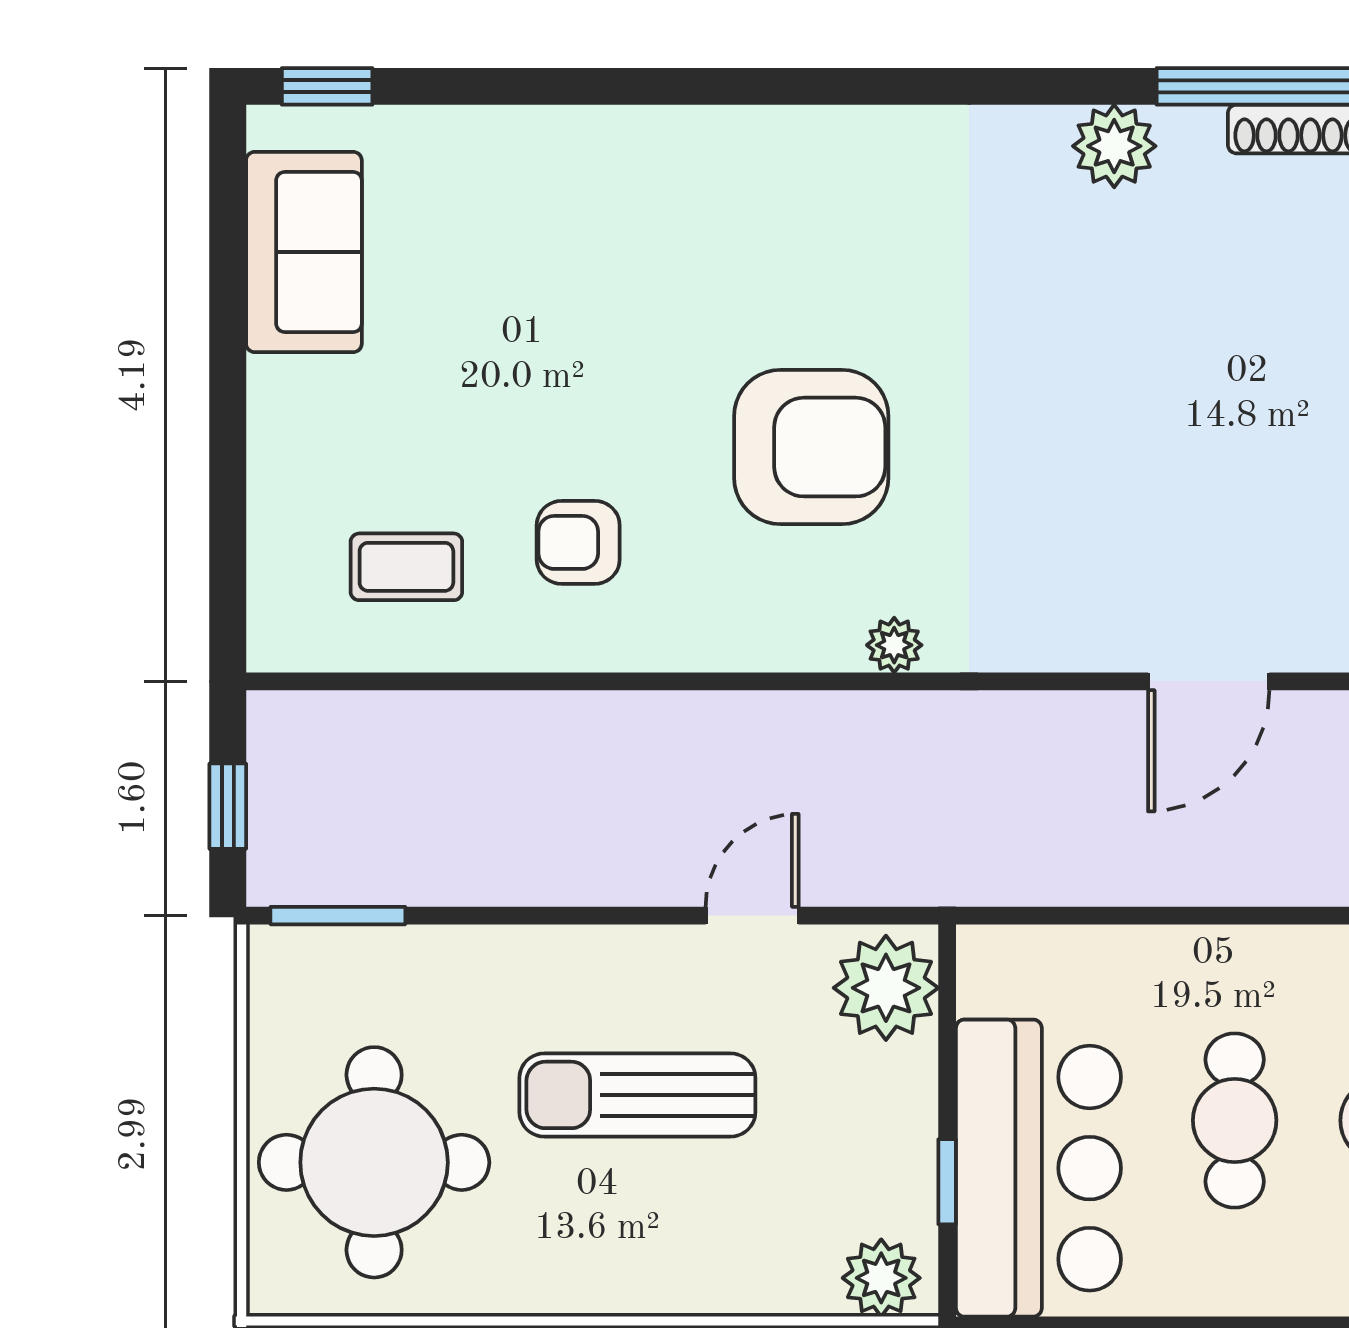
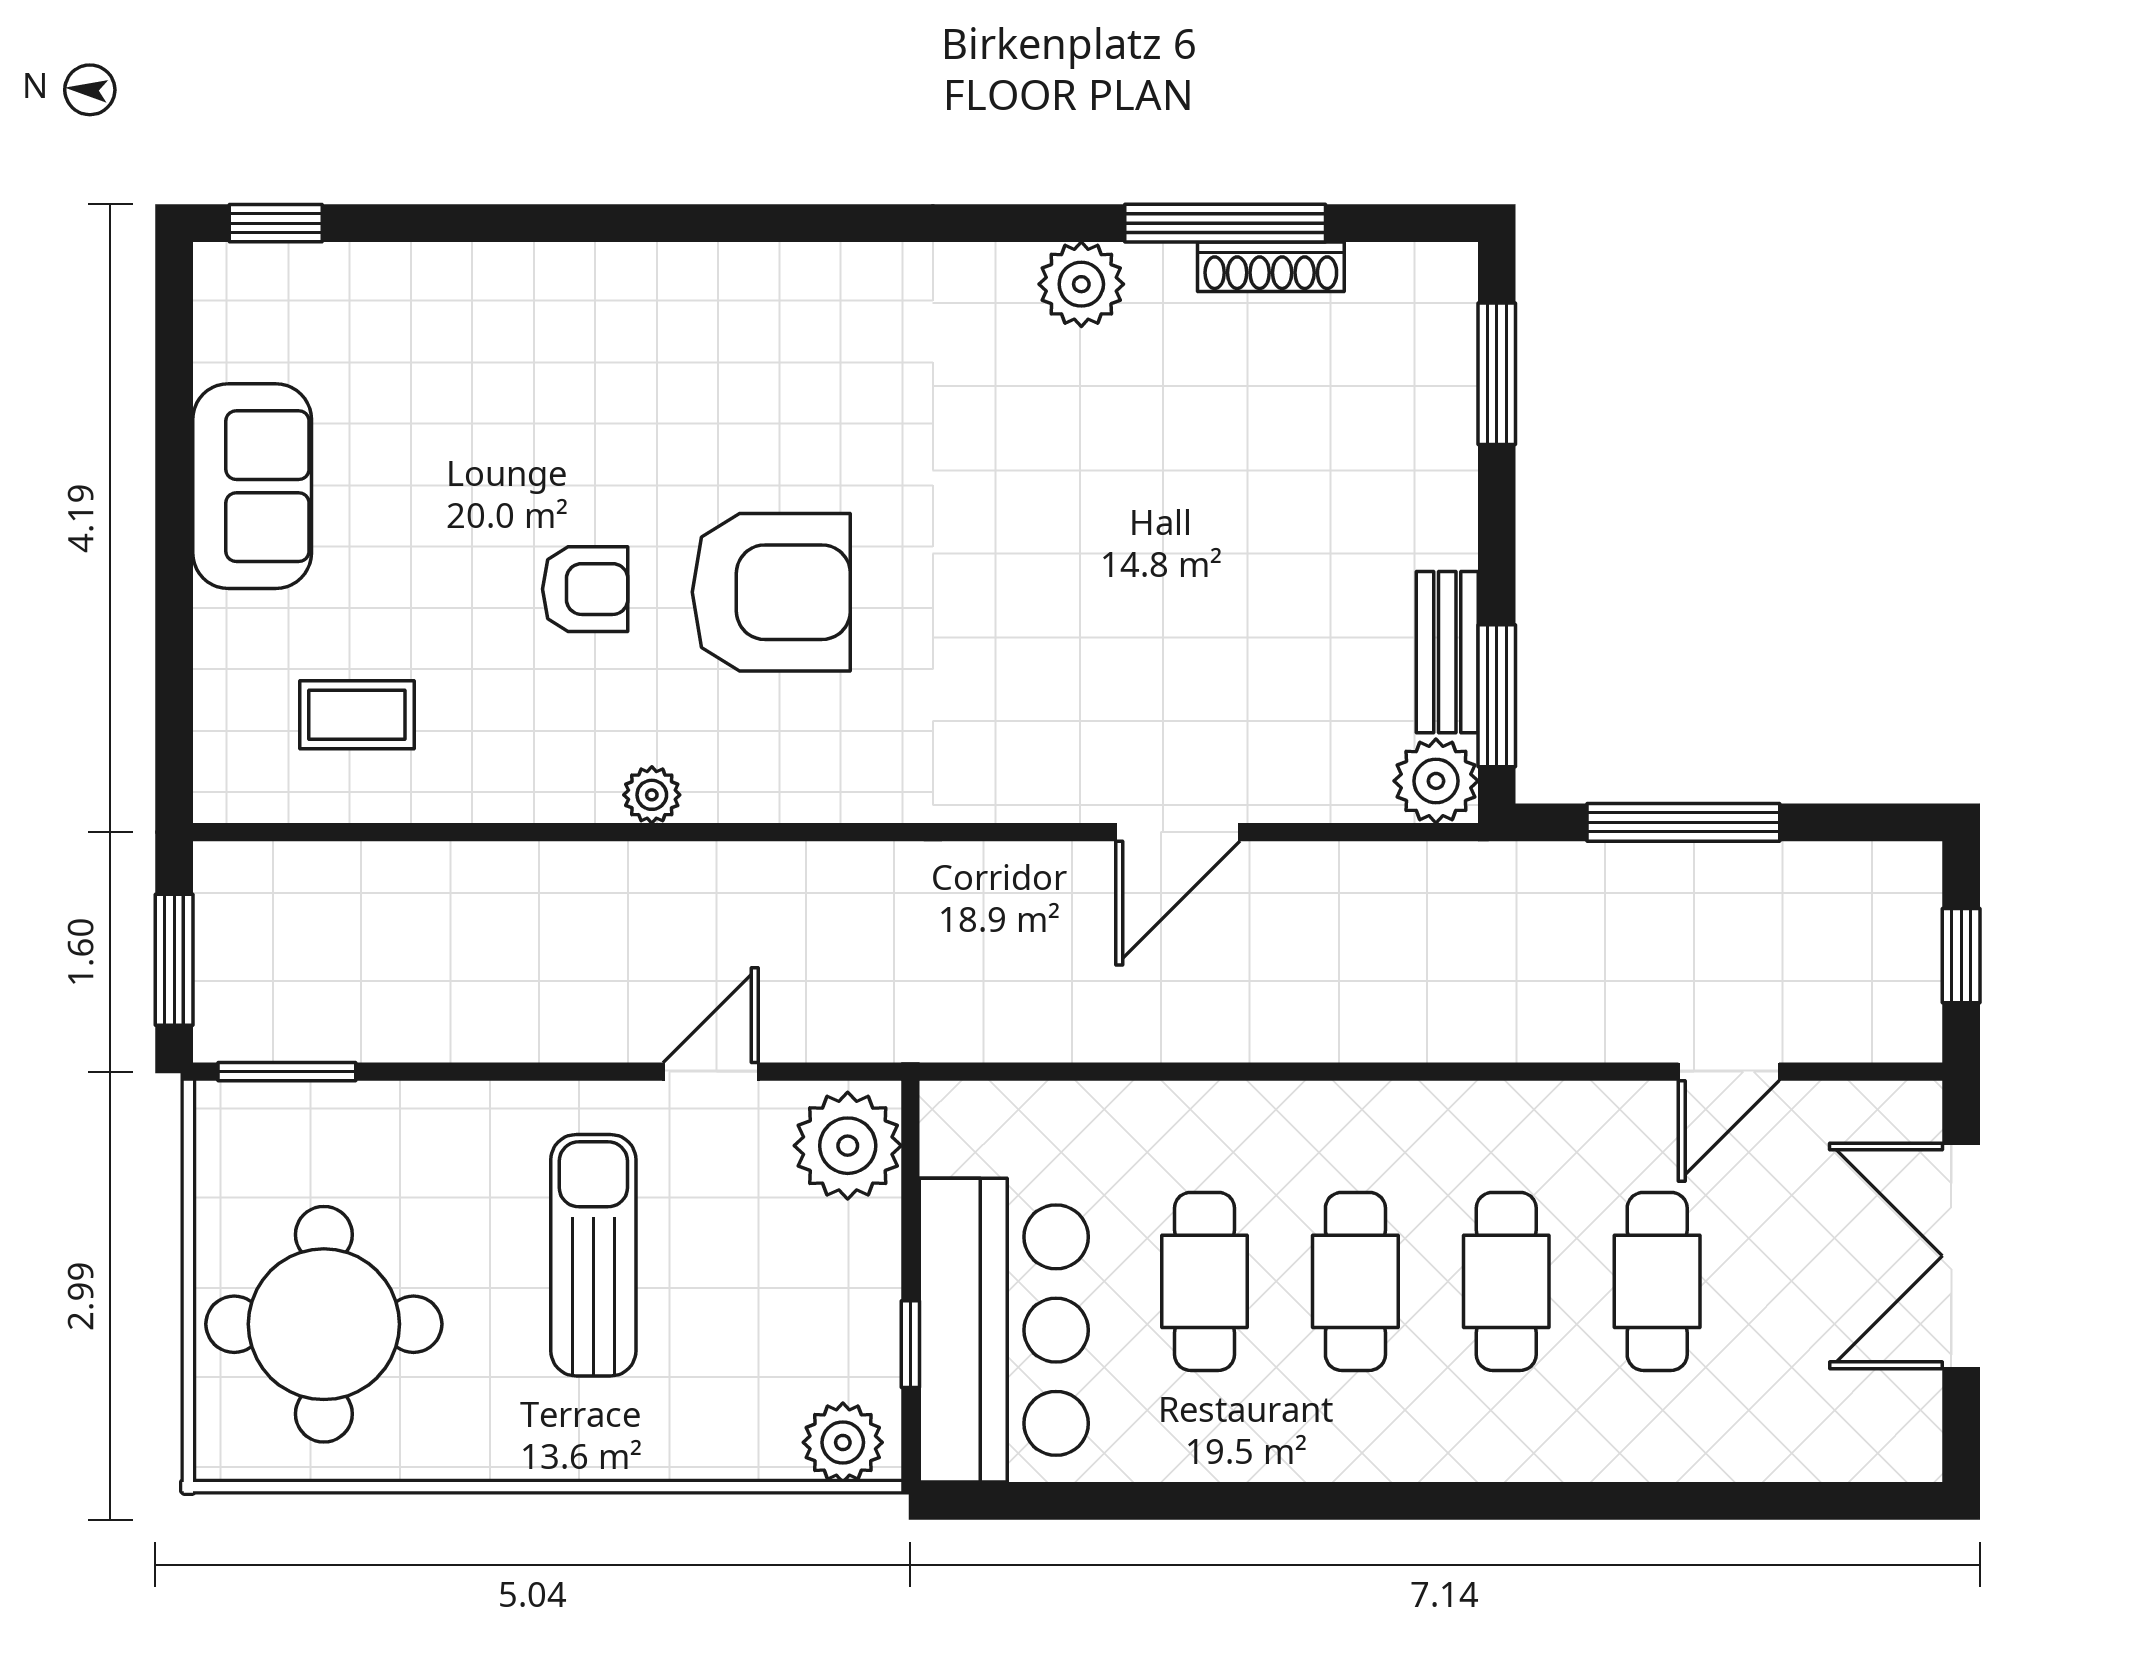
sofa: (304, 252) -> (252, 486), moved
armchair: (578, 542) -> (585, 589), moved, turned 180
plant: (894, 645) -> (652, 795), moved
window: (228, 806) -> (174, 960), width x1.50
sun lounger: (637, 1095) -> (593, 1255), turned 90

